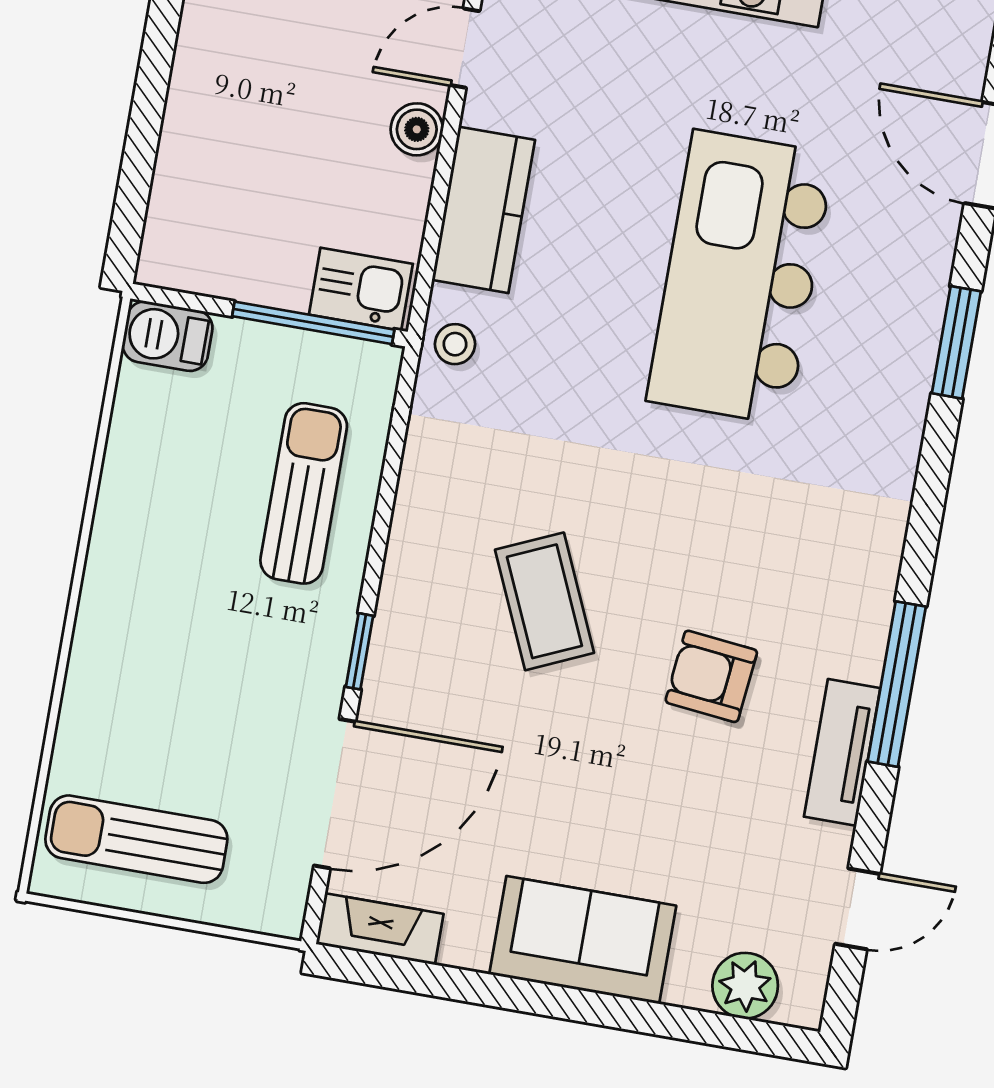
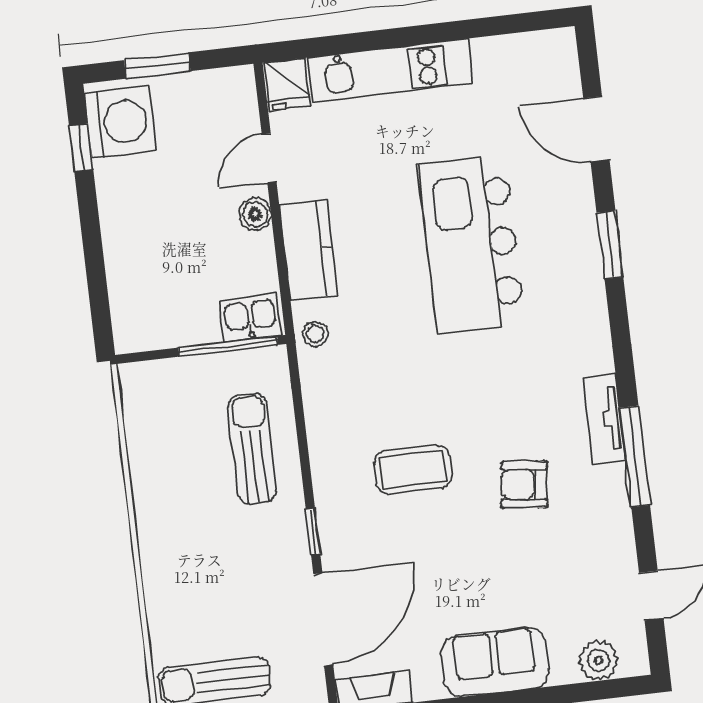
barbecue: (167, 336) -> (145, 380), removed
coffee table: (544, 601) -> (413, 470), turned -66
tv unit: (842, 752) -> (604, 419), moved

